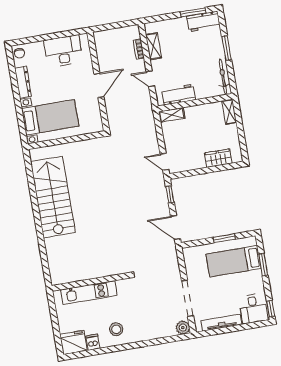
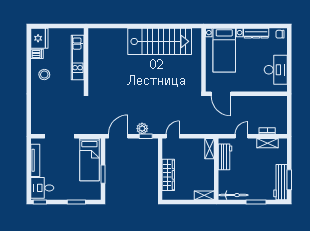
workbench: (203, 21) -> (281, 182), width x1.38
door: (99, 85) -> (221, 94), moved
wardrobe: (218, 158) -> (168, 175), width x1.50
bed: (234, 261) -> (89, 160), moved, turned 180
plant: (183, 328) -> (142, 129), moved

